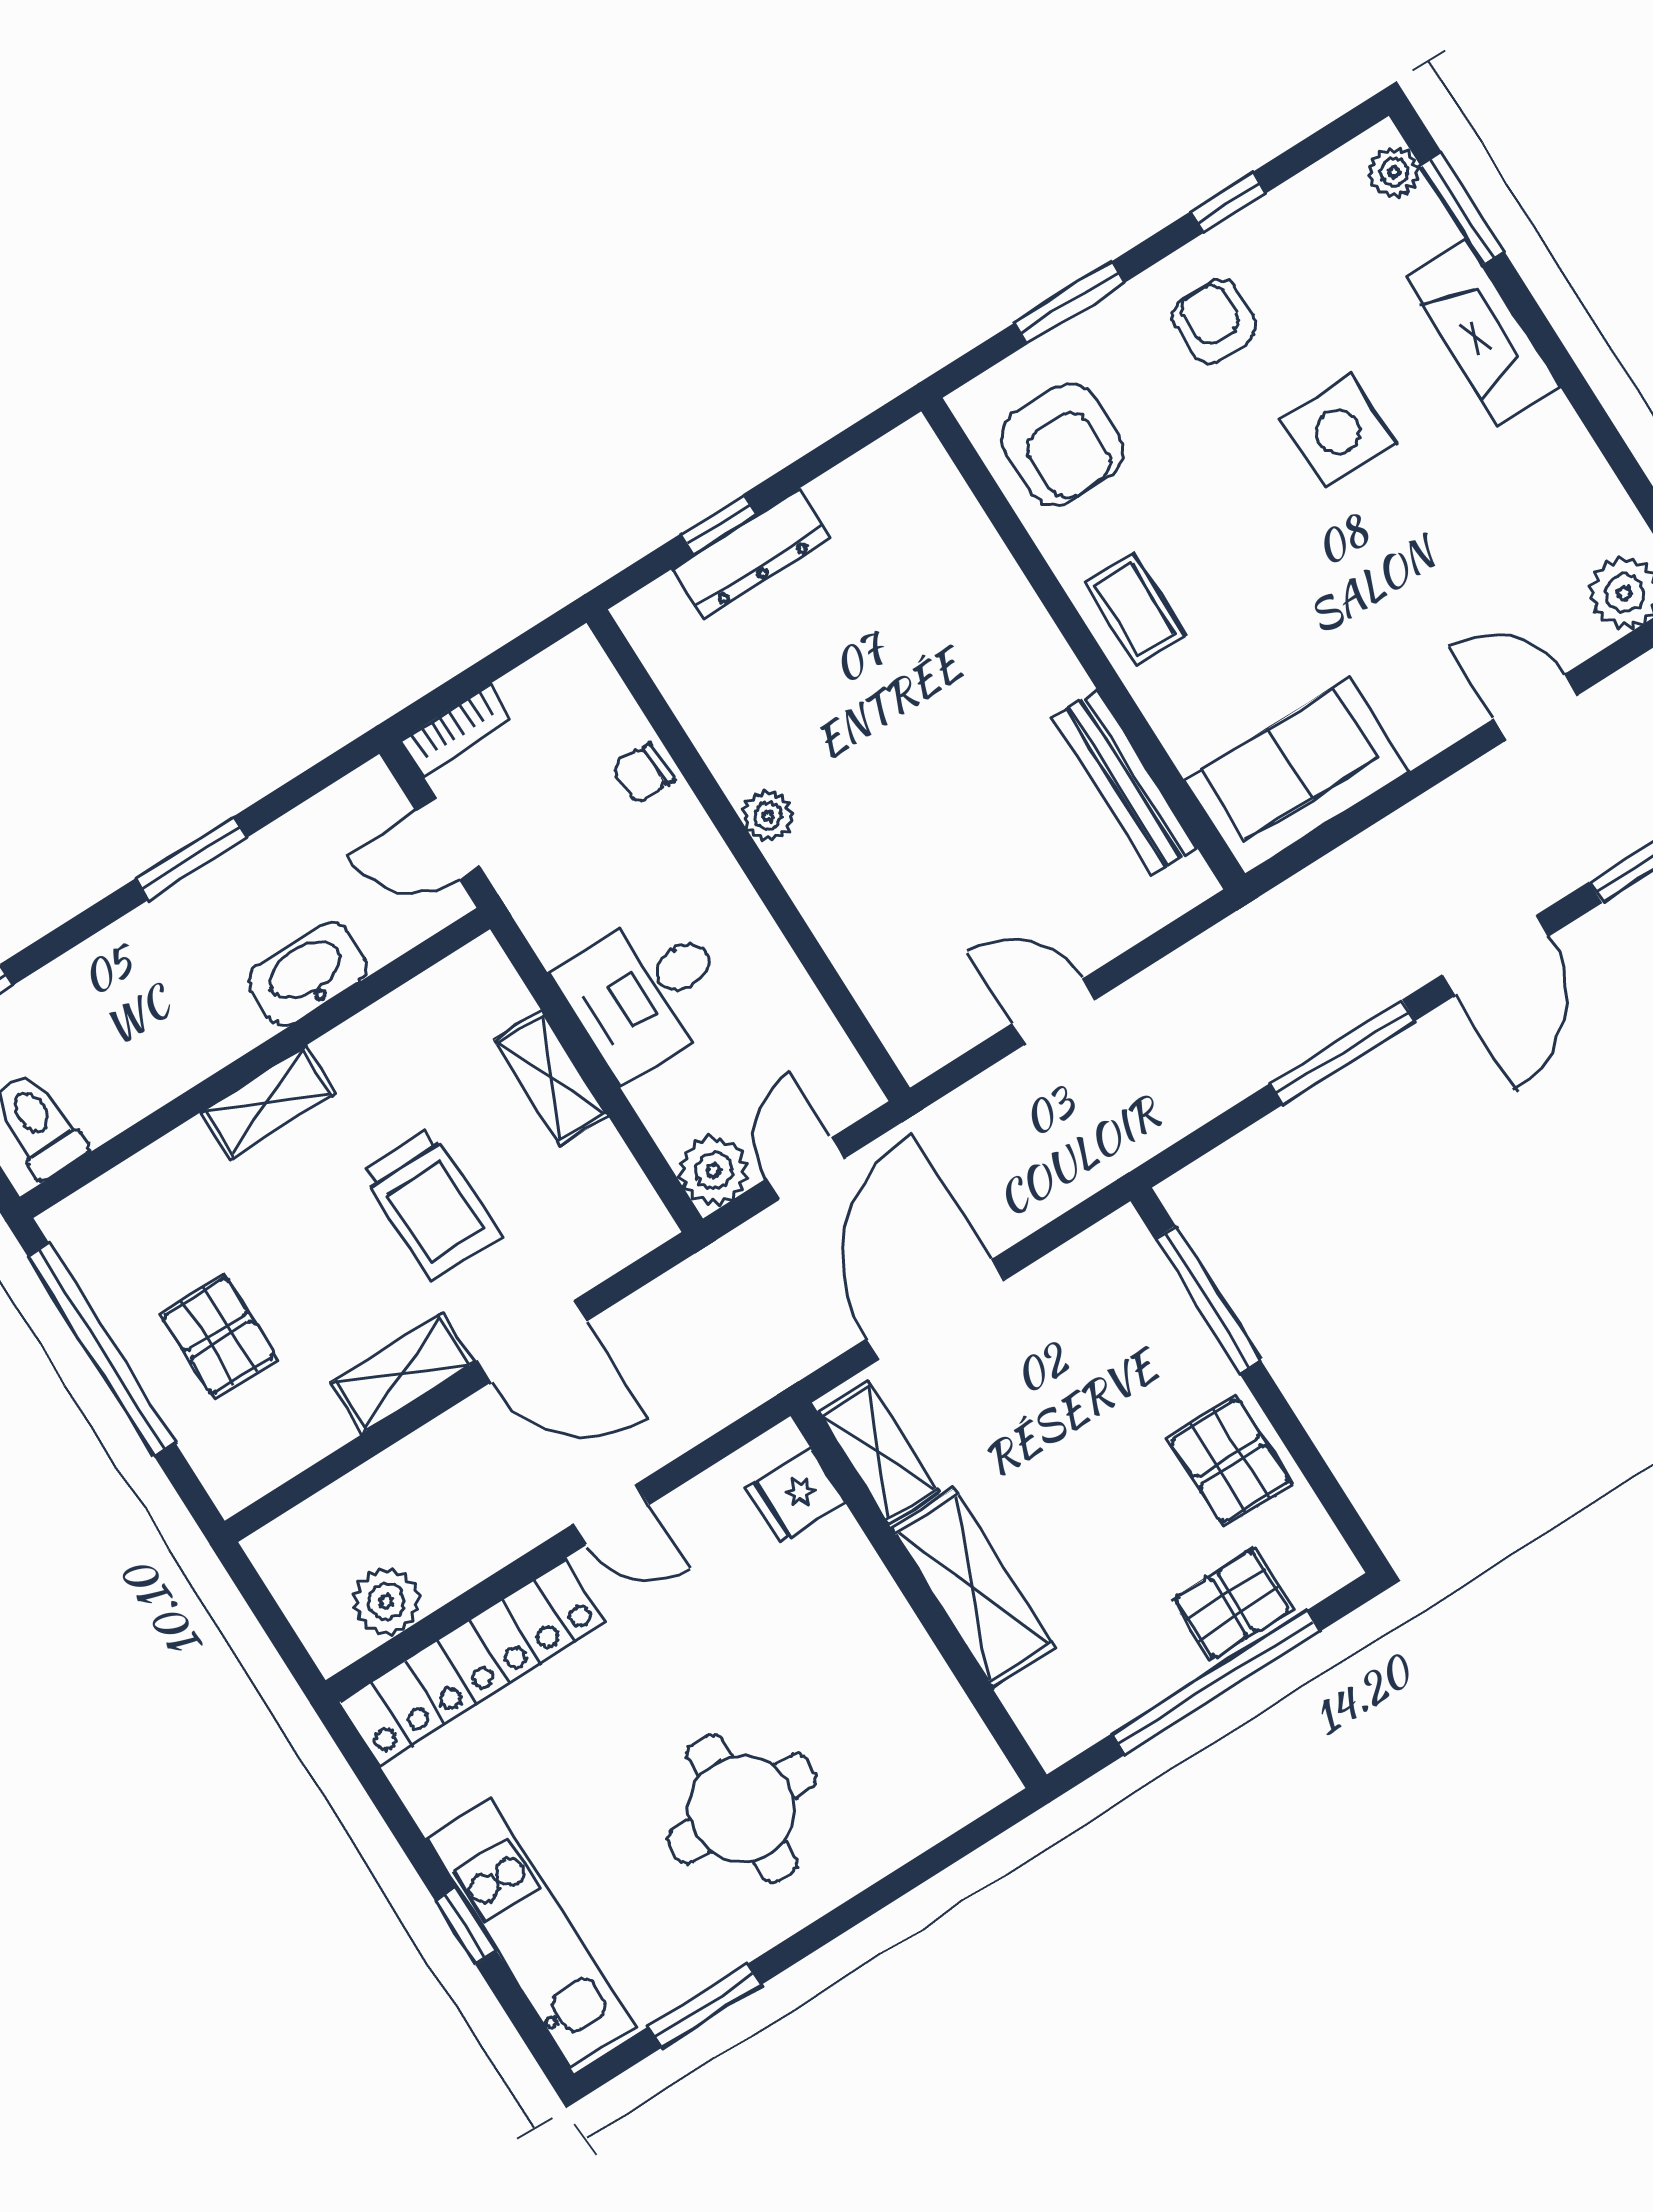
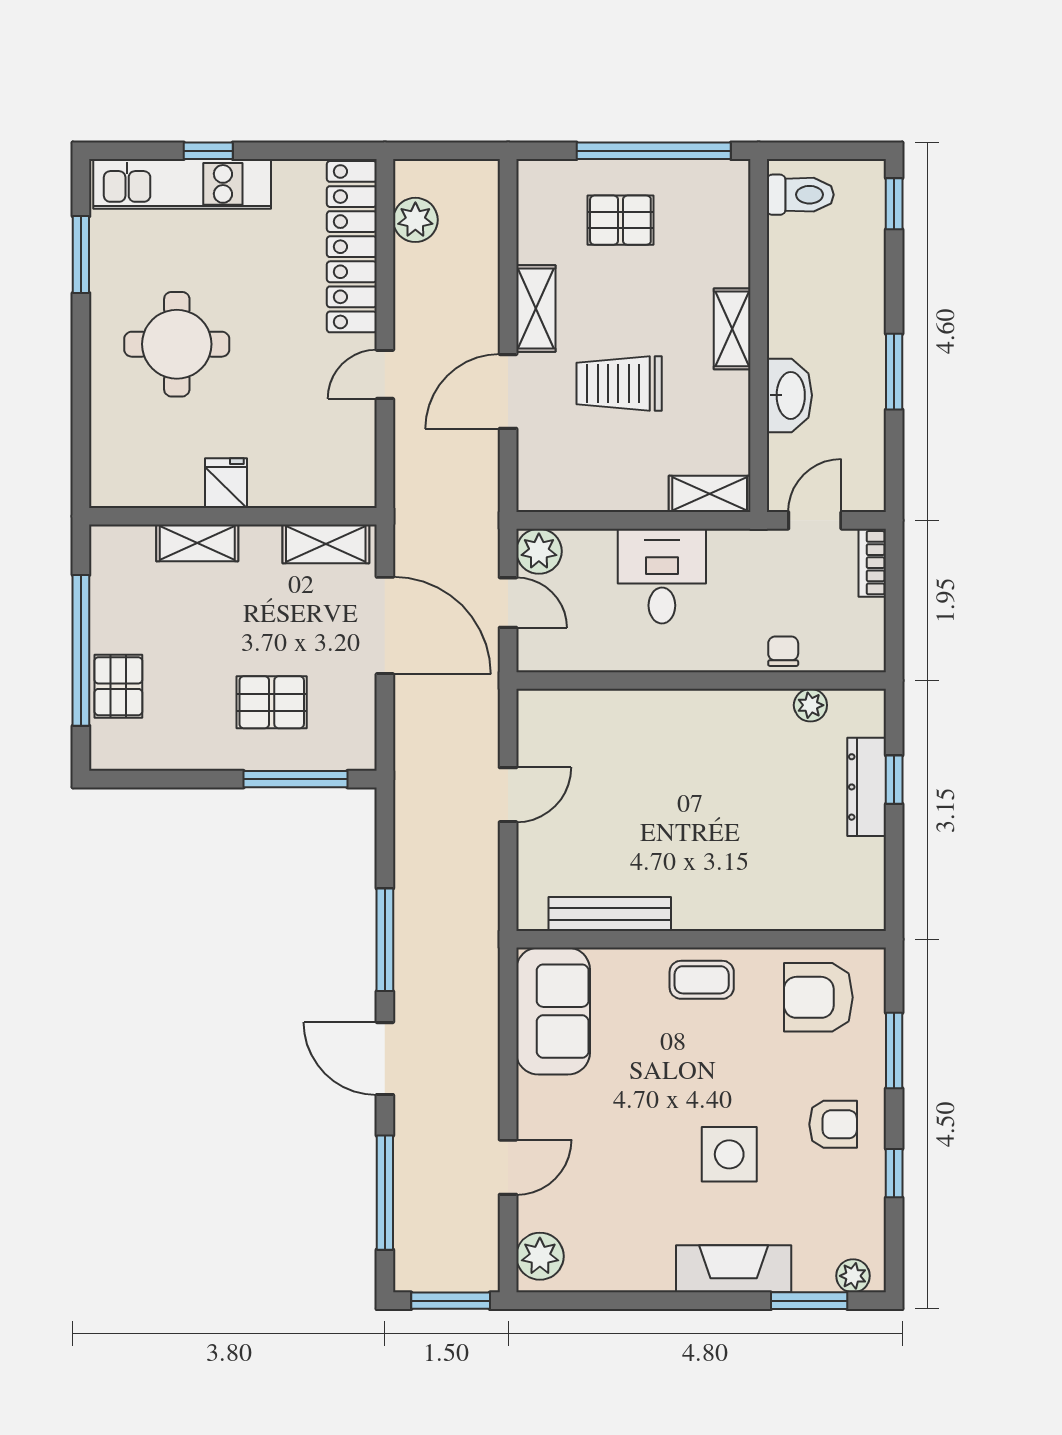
plant: (768, 816) -> (810, 705), moved
shelving: (551, 1078) -> (710, 494), moved
pallet: (1230, 1461) -> (272, 702), moved
fridge: (795, 1495) -> (226, 483), moved
shelving: (973, 1588) -> (197, 543), width x0.67, depth x0.75

